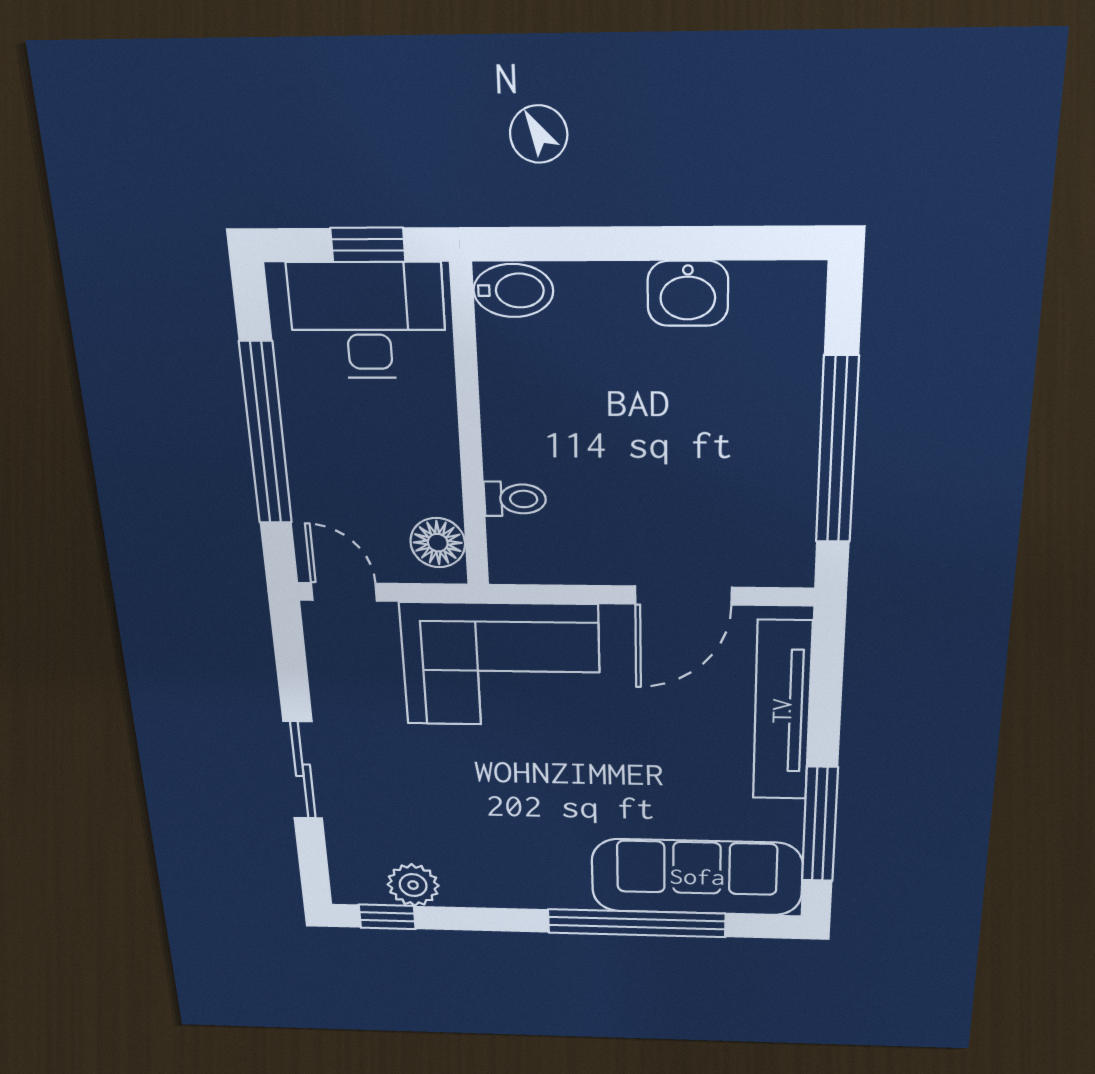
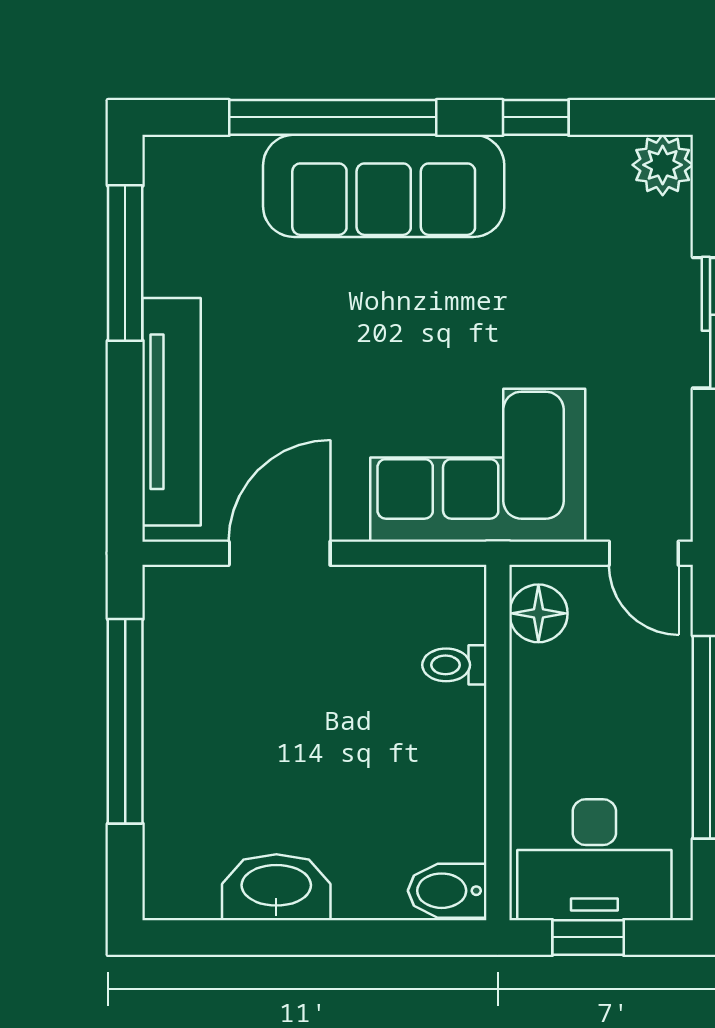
washbasin: (688, 293) -> (276, 887), width x1.38
sofa: (697, 877) -> (384, 186), moved
plant: (413, 885) -> (663, 165), moved
window: (387, 917) -> (536, 117), moved

